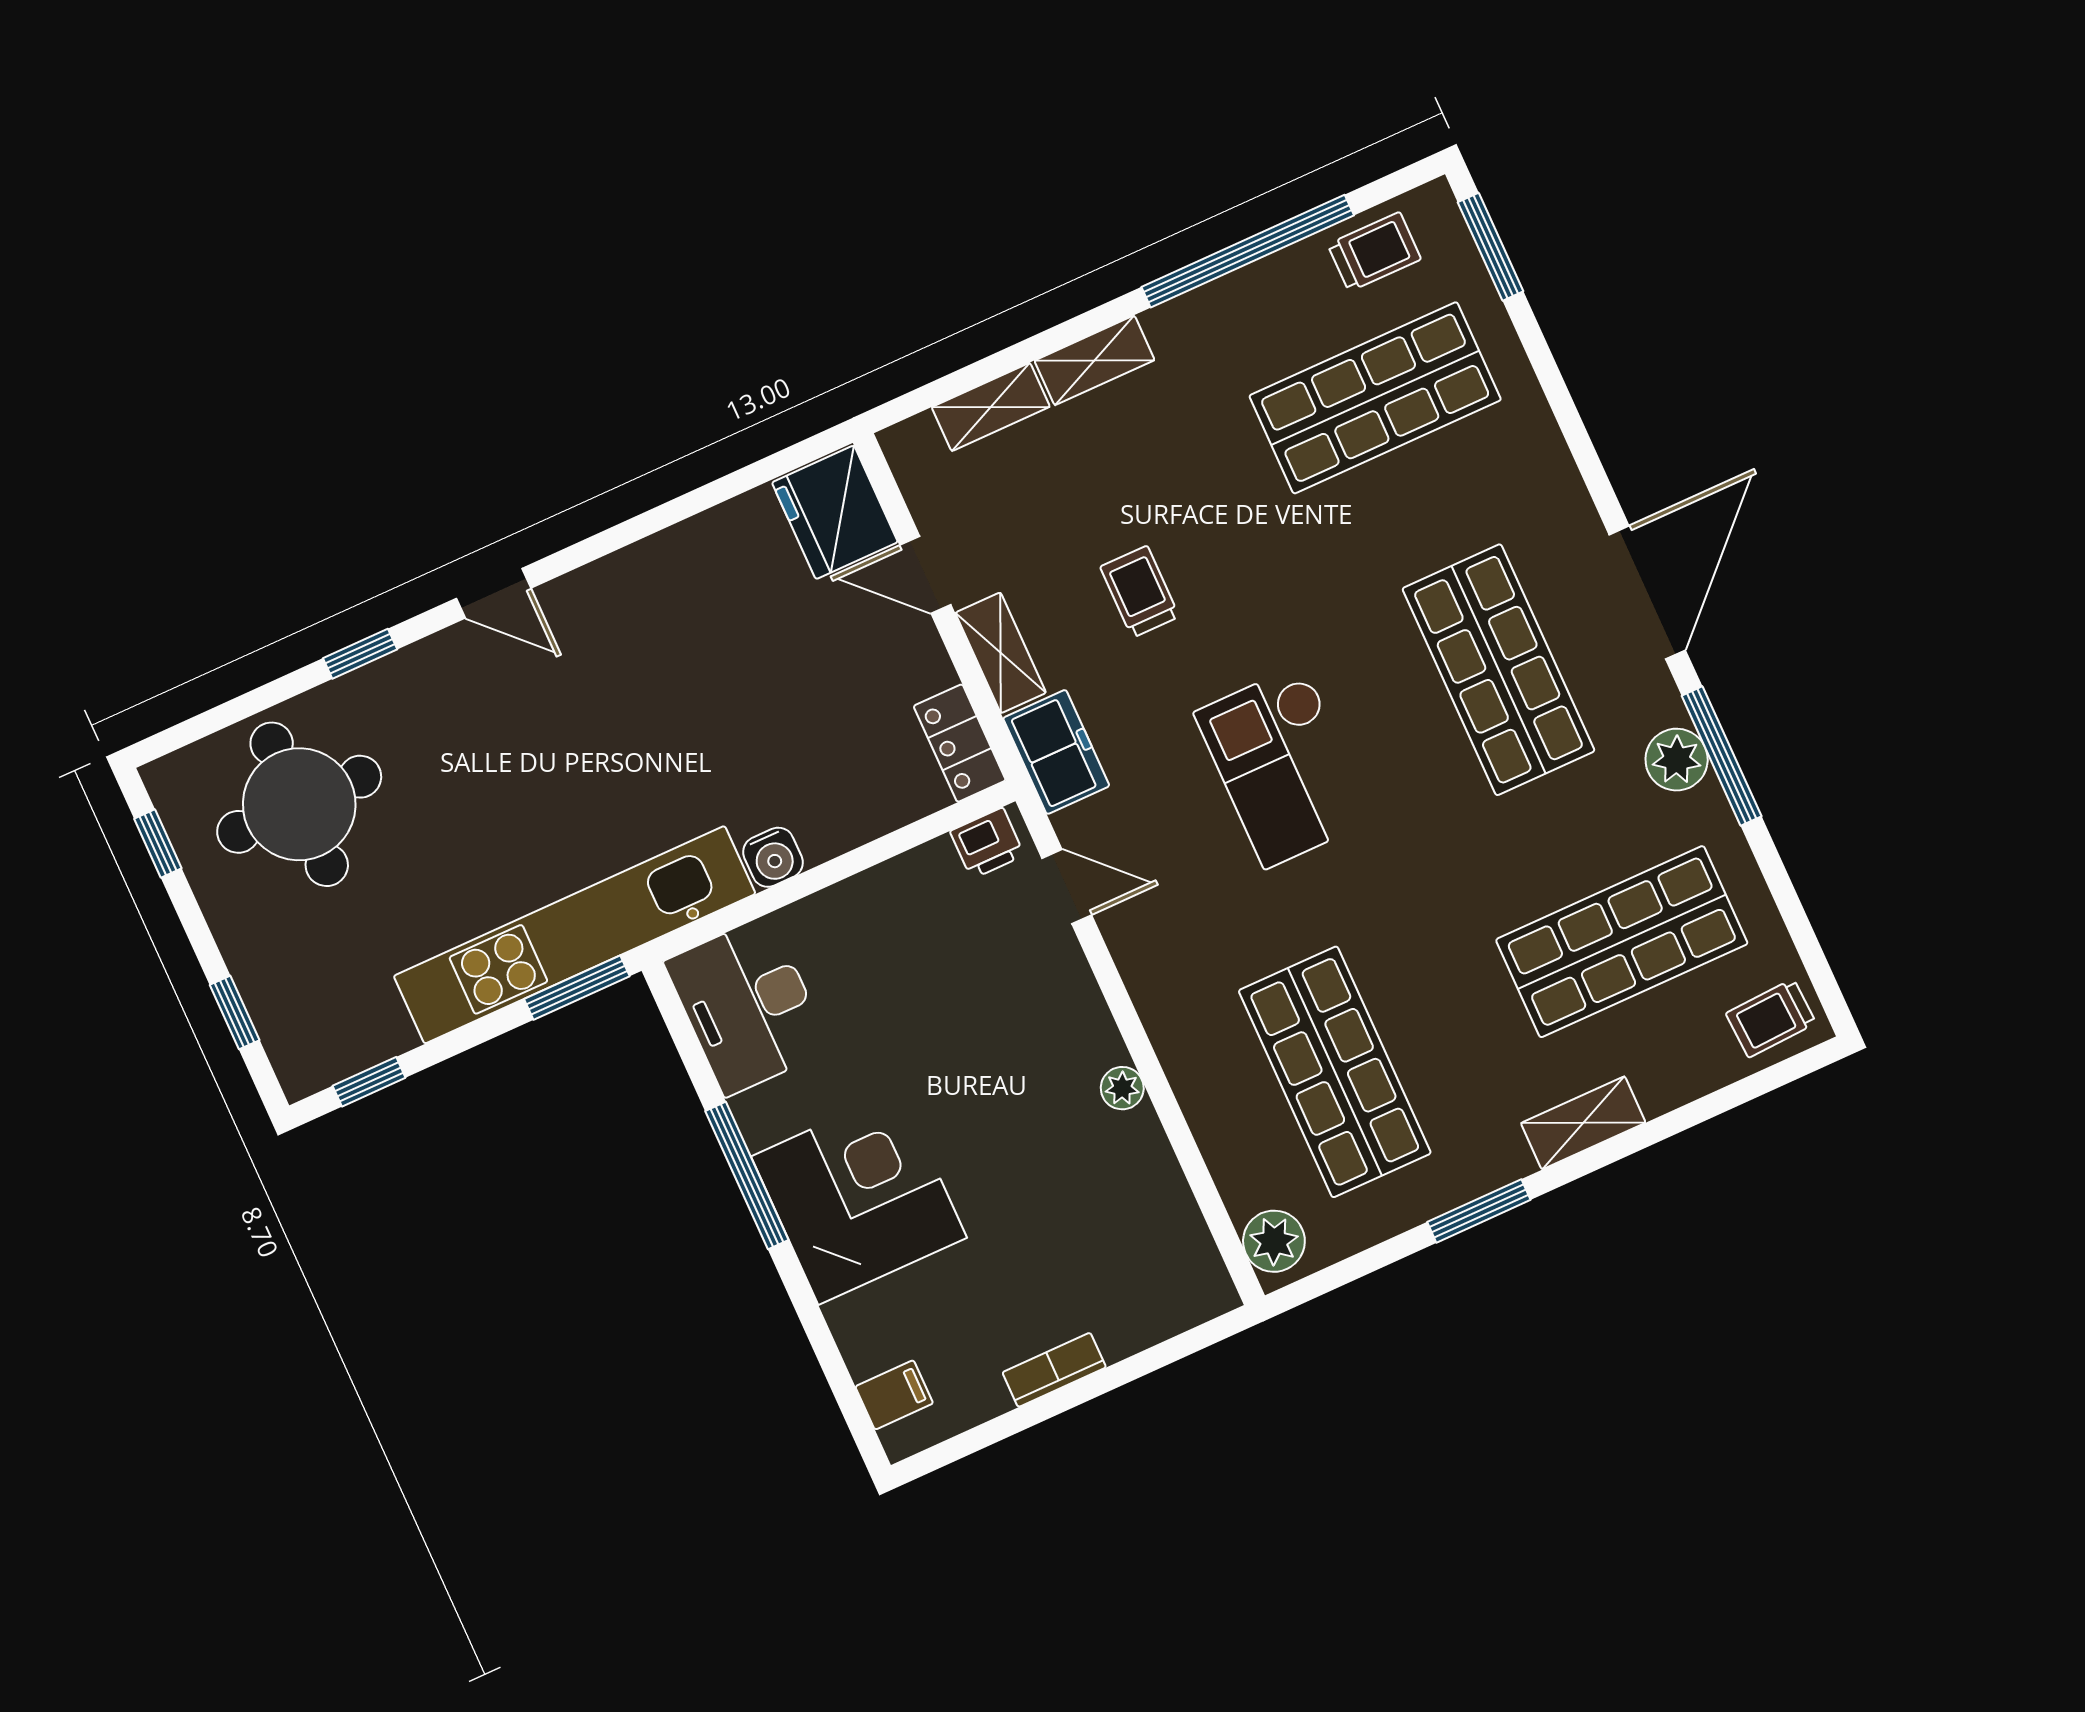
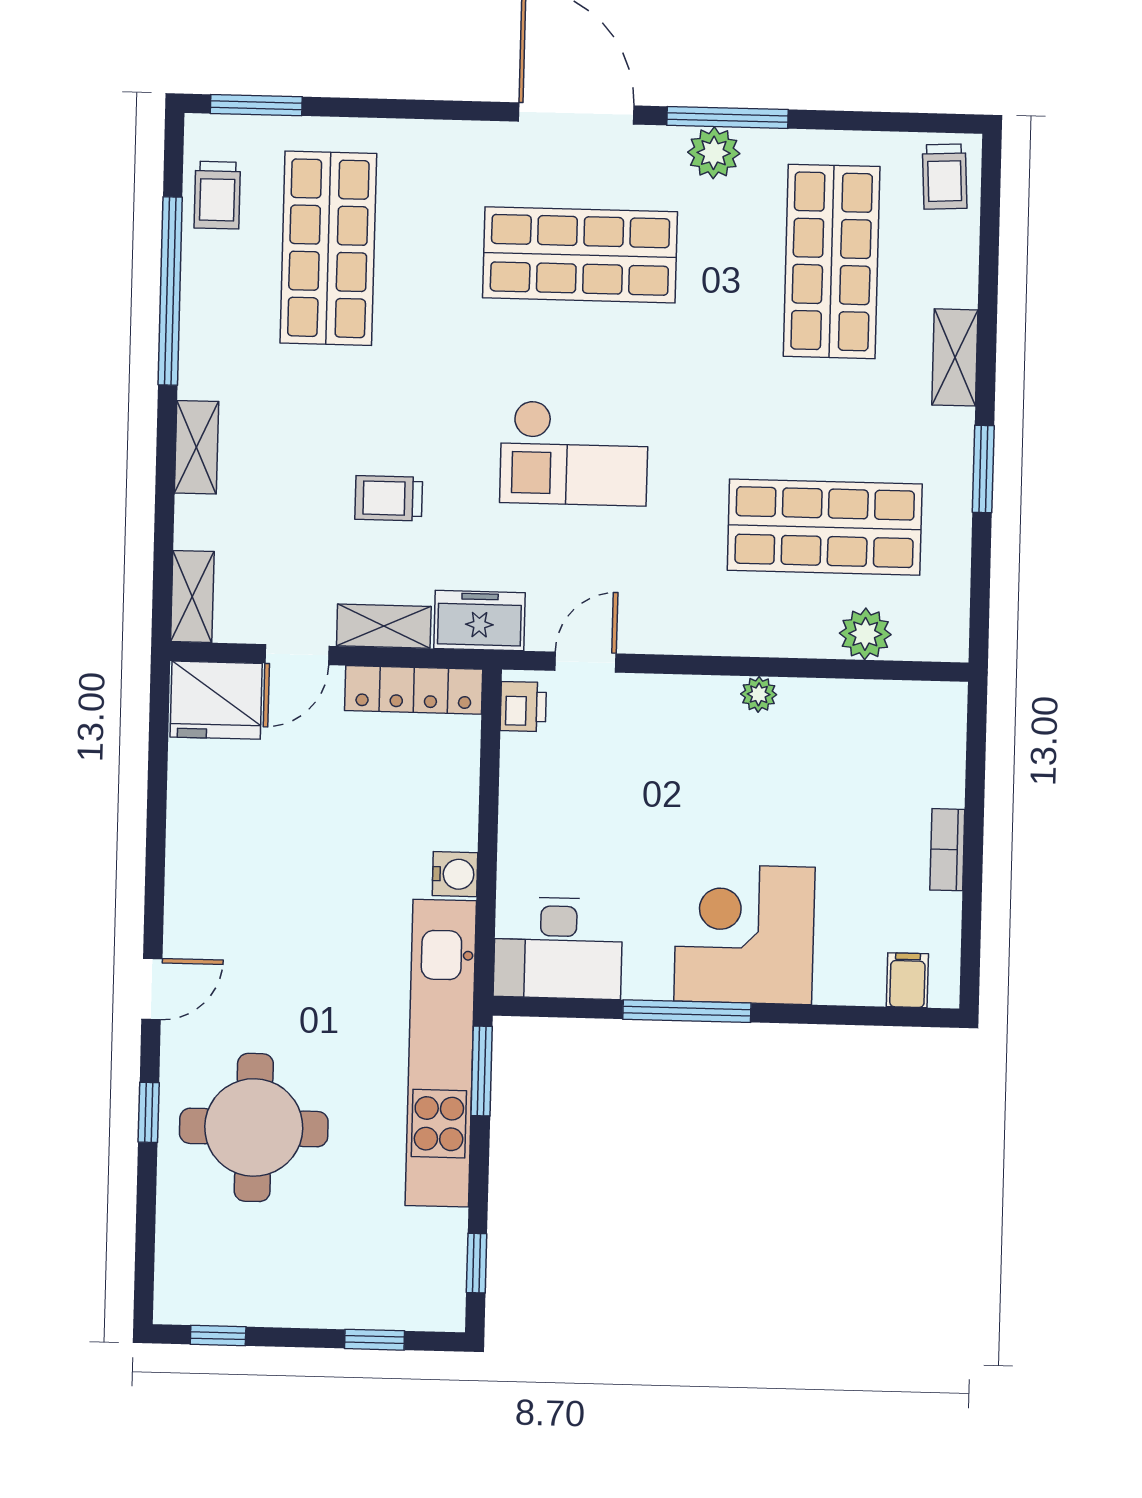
trolley: (1374, 252) -> (217, 195), turned 180
shelving: (991, 407) -> (192, 597), moved
locker: (960, 743) -> (414, 690), width x1.53
round table: (299, 804) -> (254, 1127), moved
plant: (1274, 1241) -> (865, 634), moved

